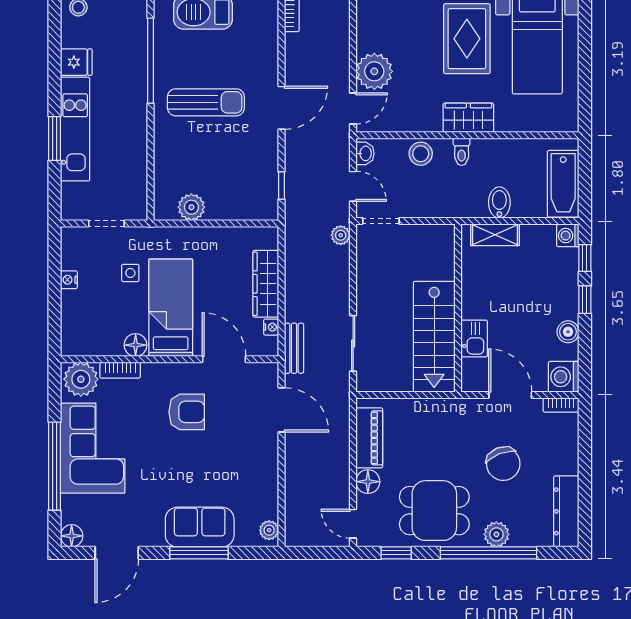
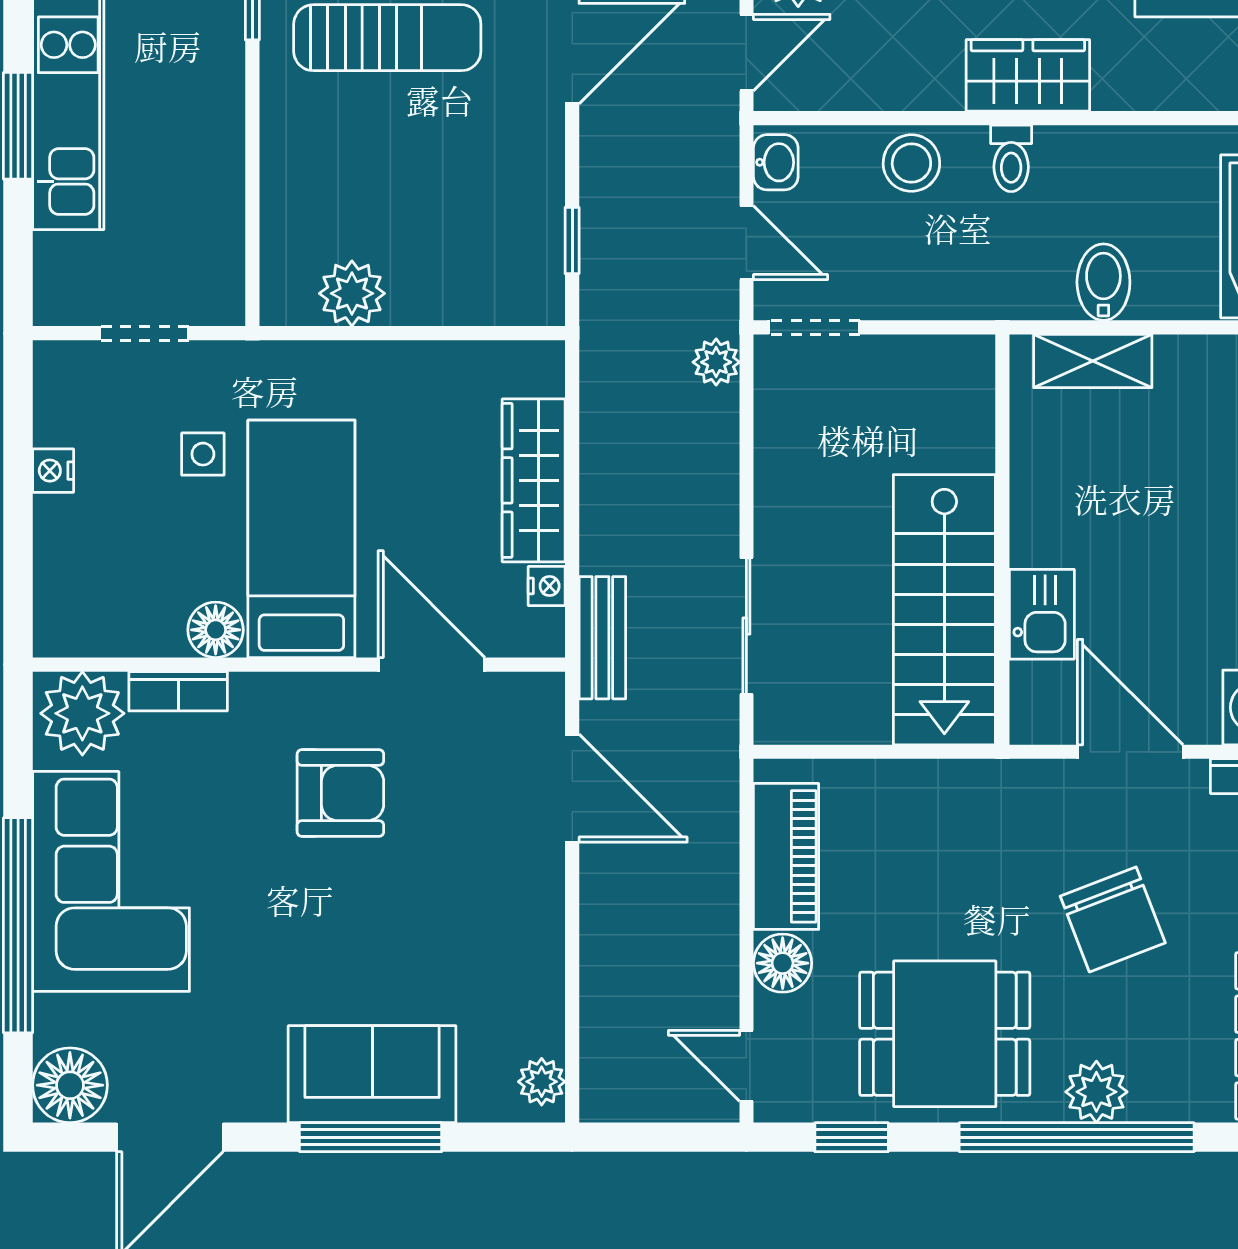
floor lamp: (72, 536) -> (70, 1085), width x1.38, depth x1.38

